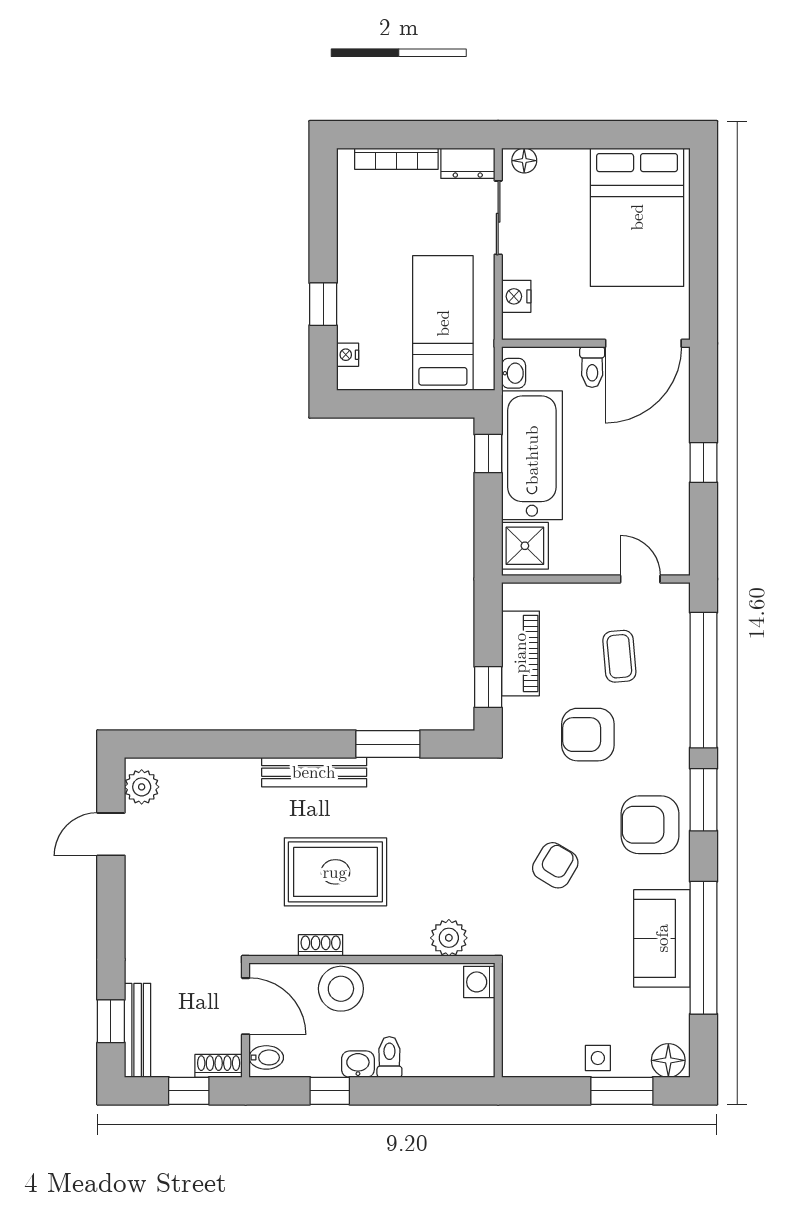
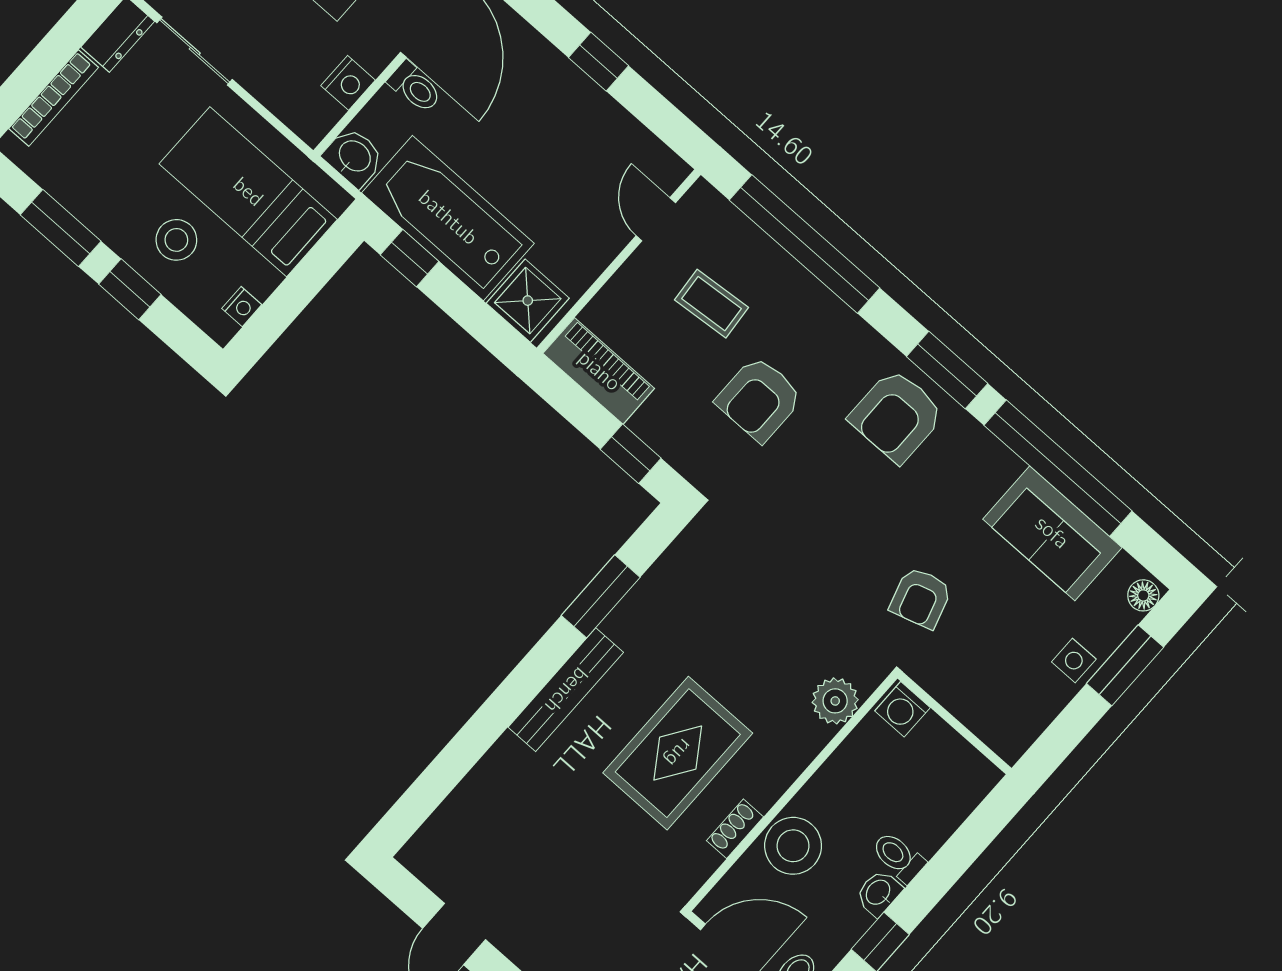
window: (323, 231) -> (61, 228), added
nightstand: (516, 296) -> (348, 83), moved, turned -90
stool: (377, 306) -> (176, 240), added
nightstand: (348, 355) -> (242, 307), moved, turned -90
washbasin: (514, 373) -> (354, 157), width x1.38, depth x1.45
door: (640, 579) -> (656, 219), hinge flipped
piano: (520, 653) -> (599, 371), moved
plant: (142, 787) -> (435, 865), removed
window: (704, 800) -> (947, 370), moved
armchair: (555, 865) -> (921, 598), moved, turned -138
sofa: (662, 938) -> (1052, 533), moved
floor lamp: (668, 1060) -> (1143, 595), width x0.73, depth x0.73

